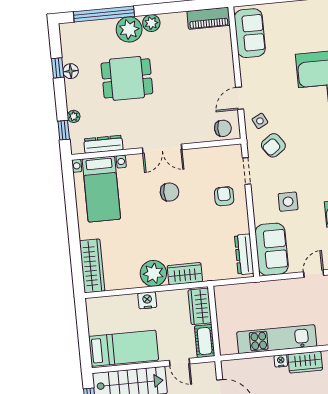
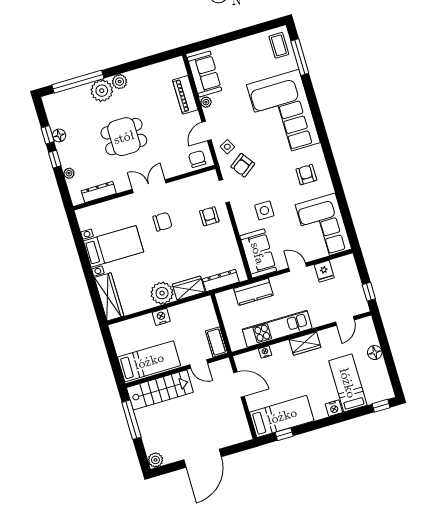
piano: (208, 18) -> (185, 95), moved, turned 90
plant: (245, 65) -> (206, 102), added
dining table: (127, 78) -> (124, 137), moved
chair: (223, 128) -> (197, 159), turned -90
window: (64, 130) -> (55, 159), moved
double door: (162, 149) -> (149, 186), swing flipped
bed with nightstands: (101, 189) -> (113, 246), moved, turned -90
dresser: (244, 254) -> (221, 281), moved, turned 90
door: (314, 274) -> (298, 267), hinge flipped
kitchen counter: (258, 292) -> (253, 292), added
wardrobe: (200, 306) -> (207, 313), removed
nightstand: (281, 361) -> (265, 352), moved

